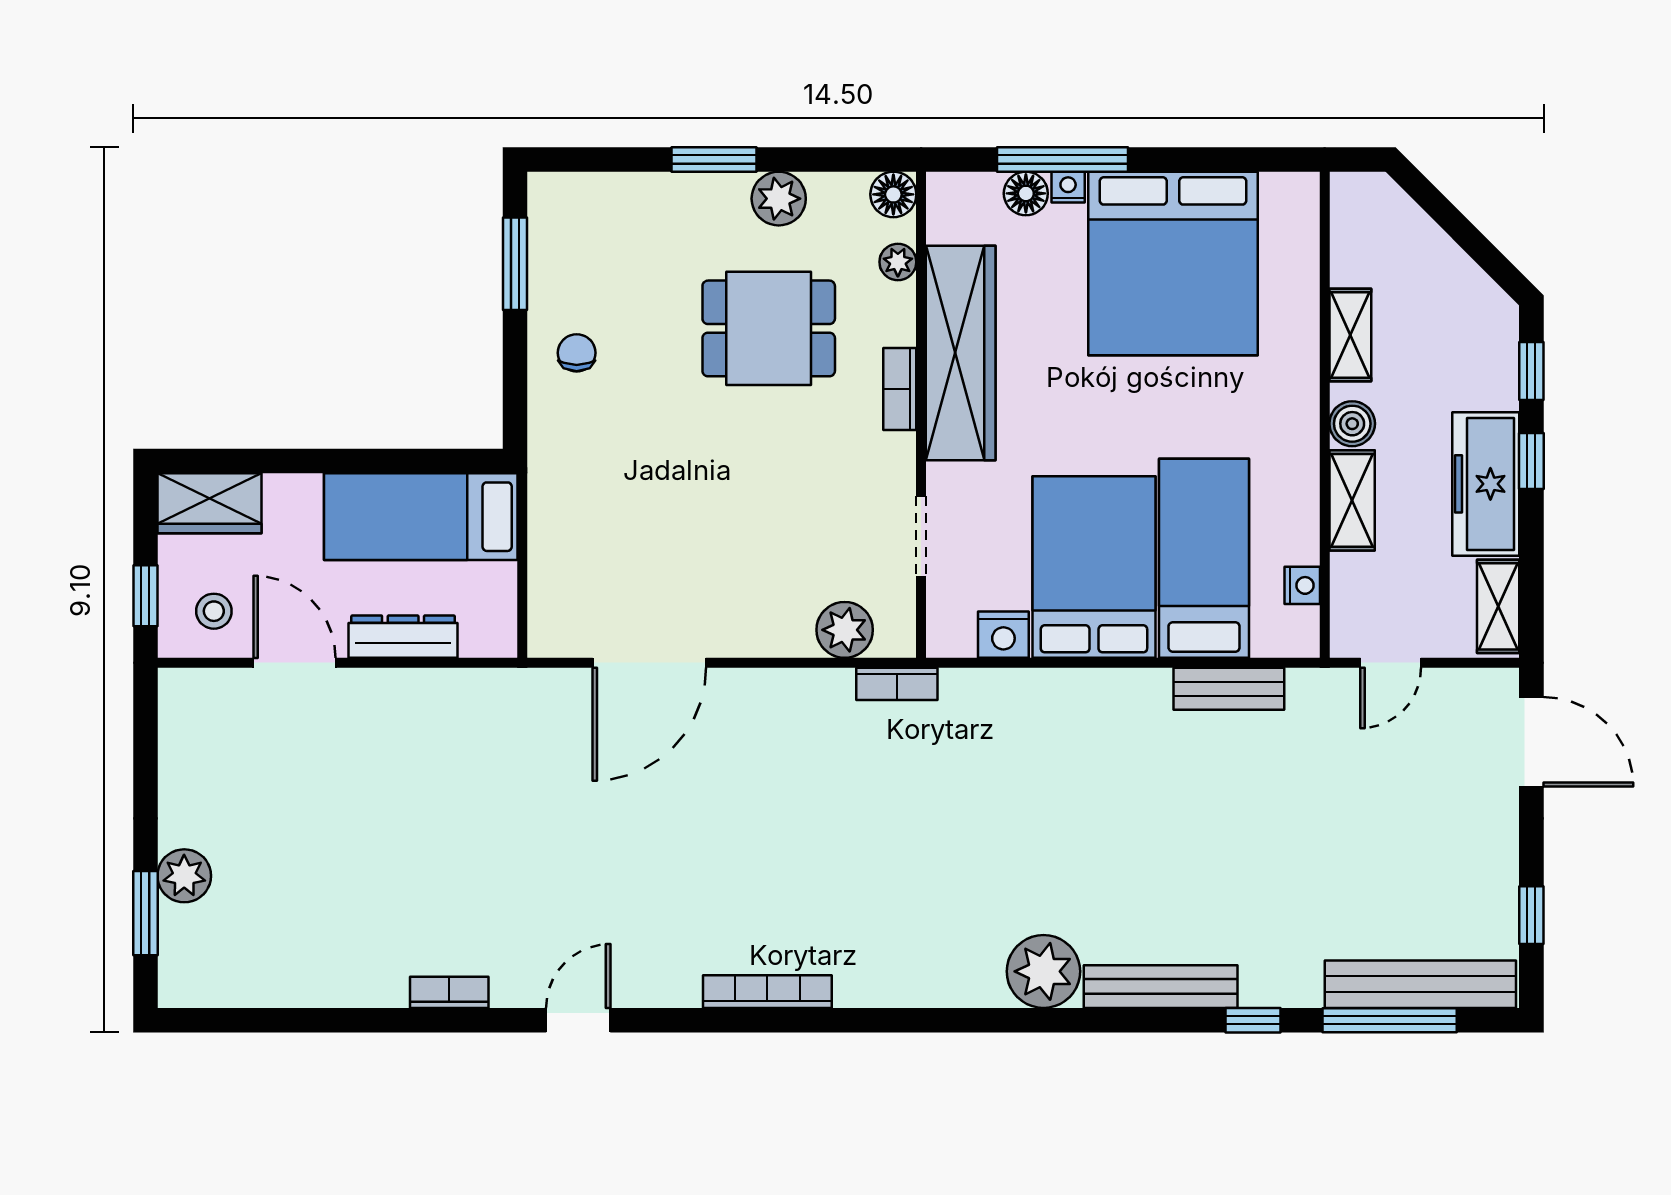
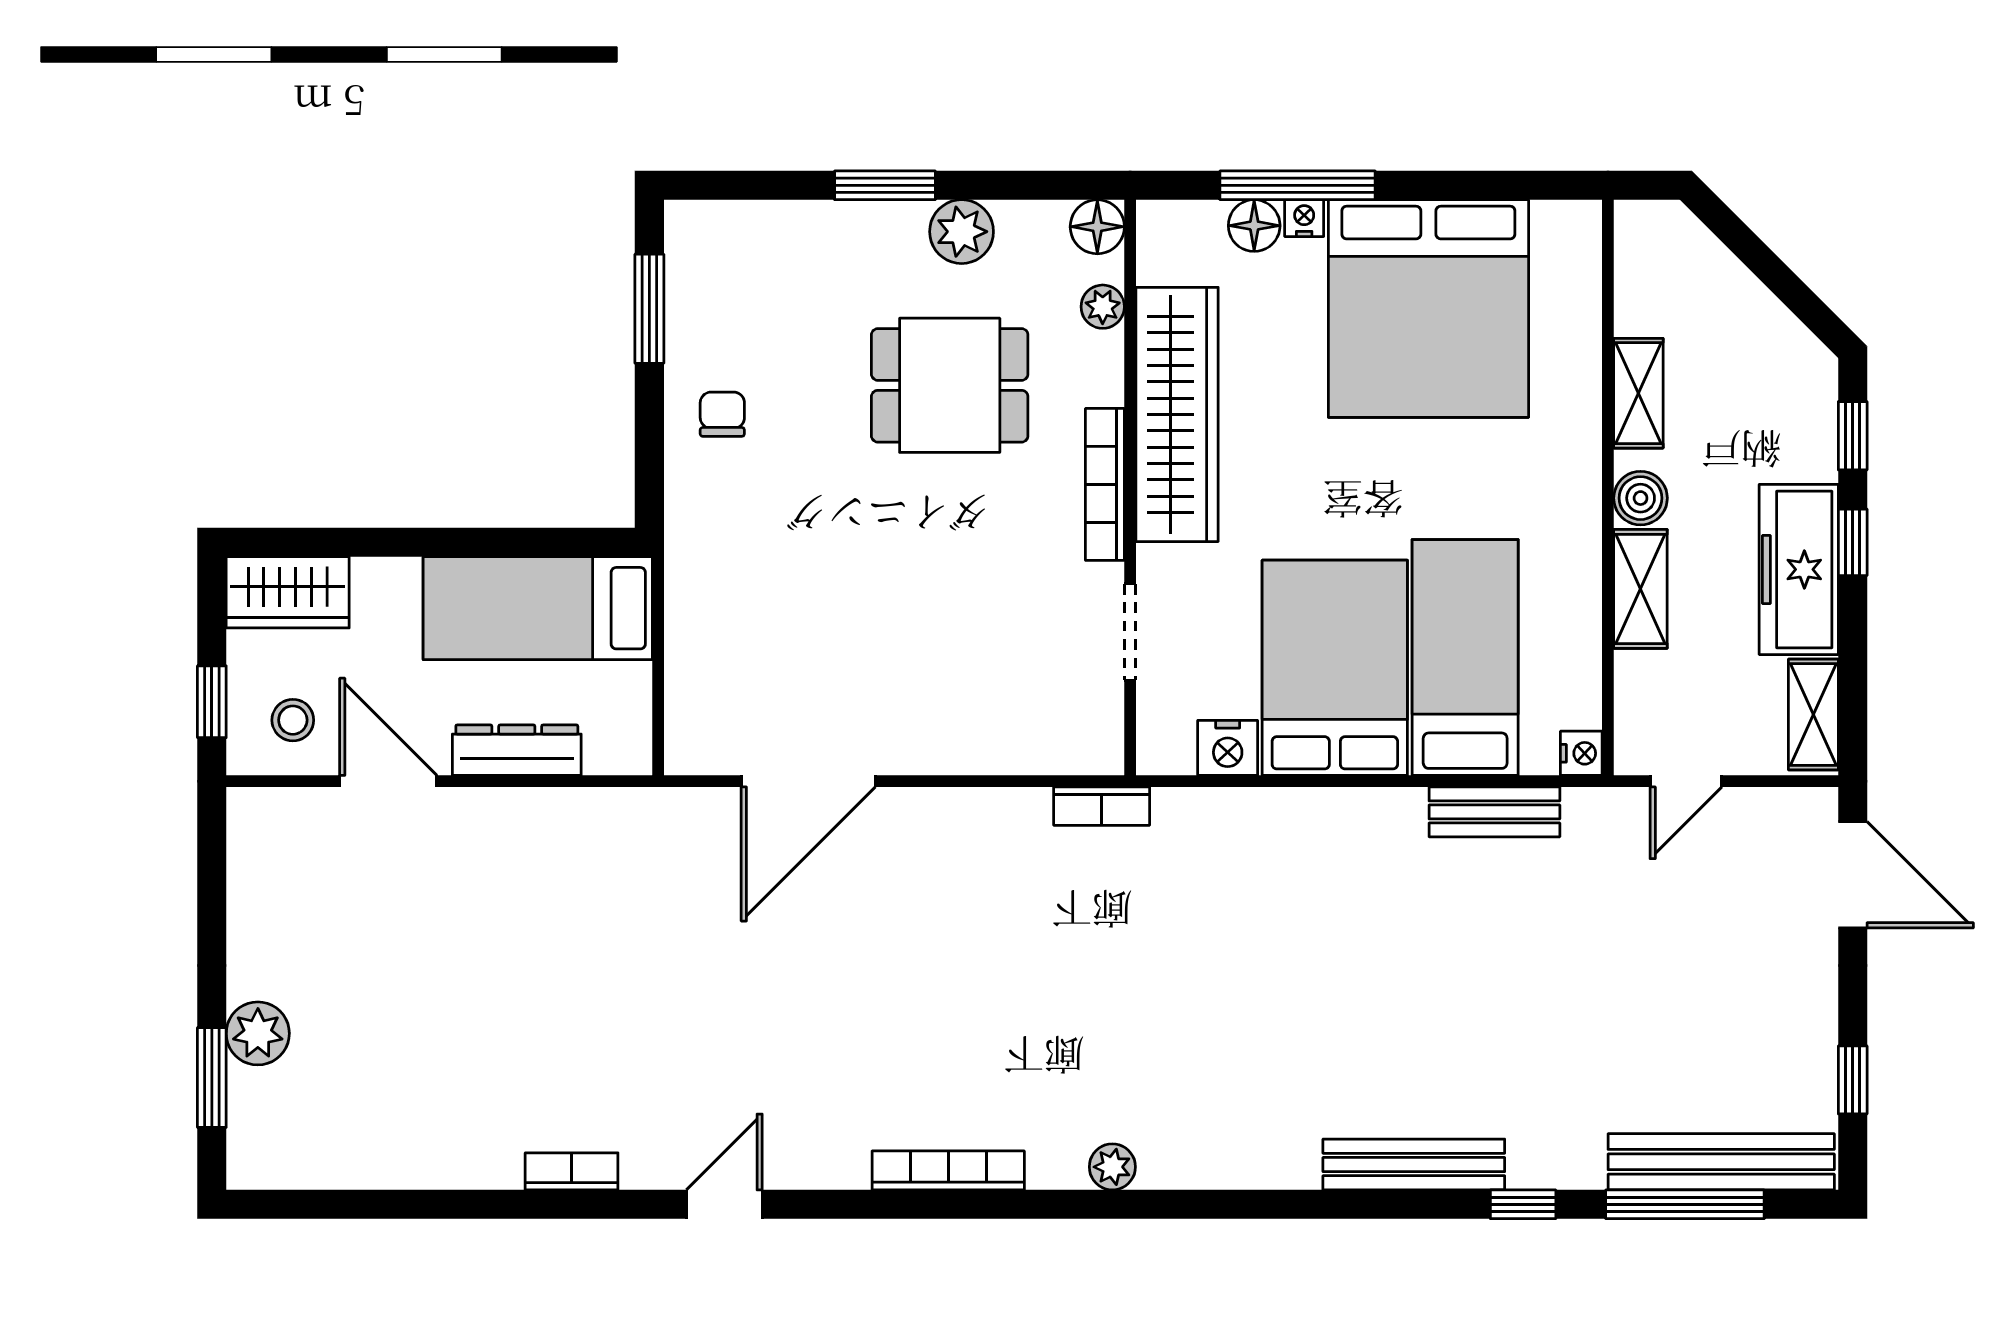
bookcase: (900, 389) -> (1105, 484), width x1.56
nightstand: (1302, 585) -> (1581, 753), moved
plant: (845, 630) -> (1040, 742), removed
plant: (1043, 971) -> (1112, 1167), moved, width x0.53, depth x0.53

